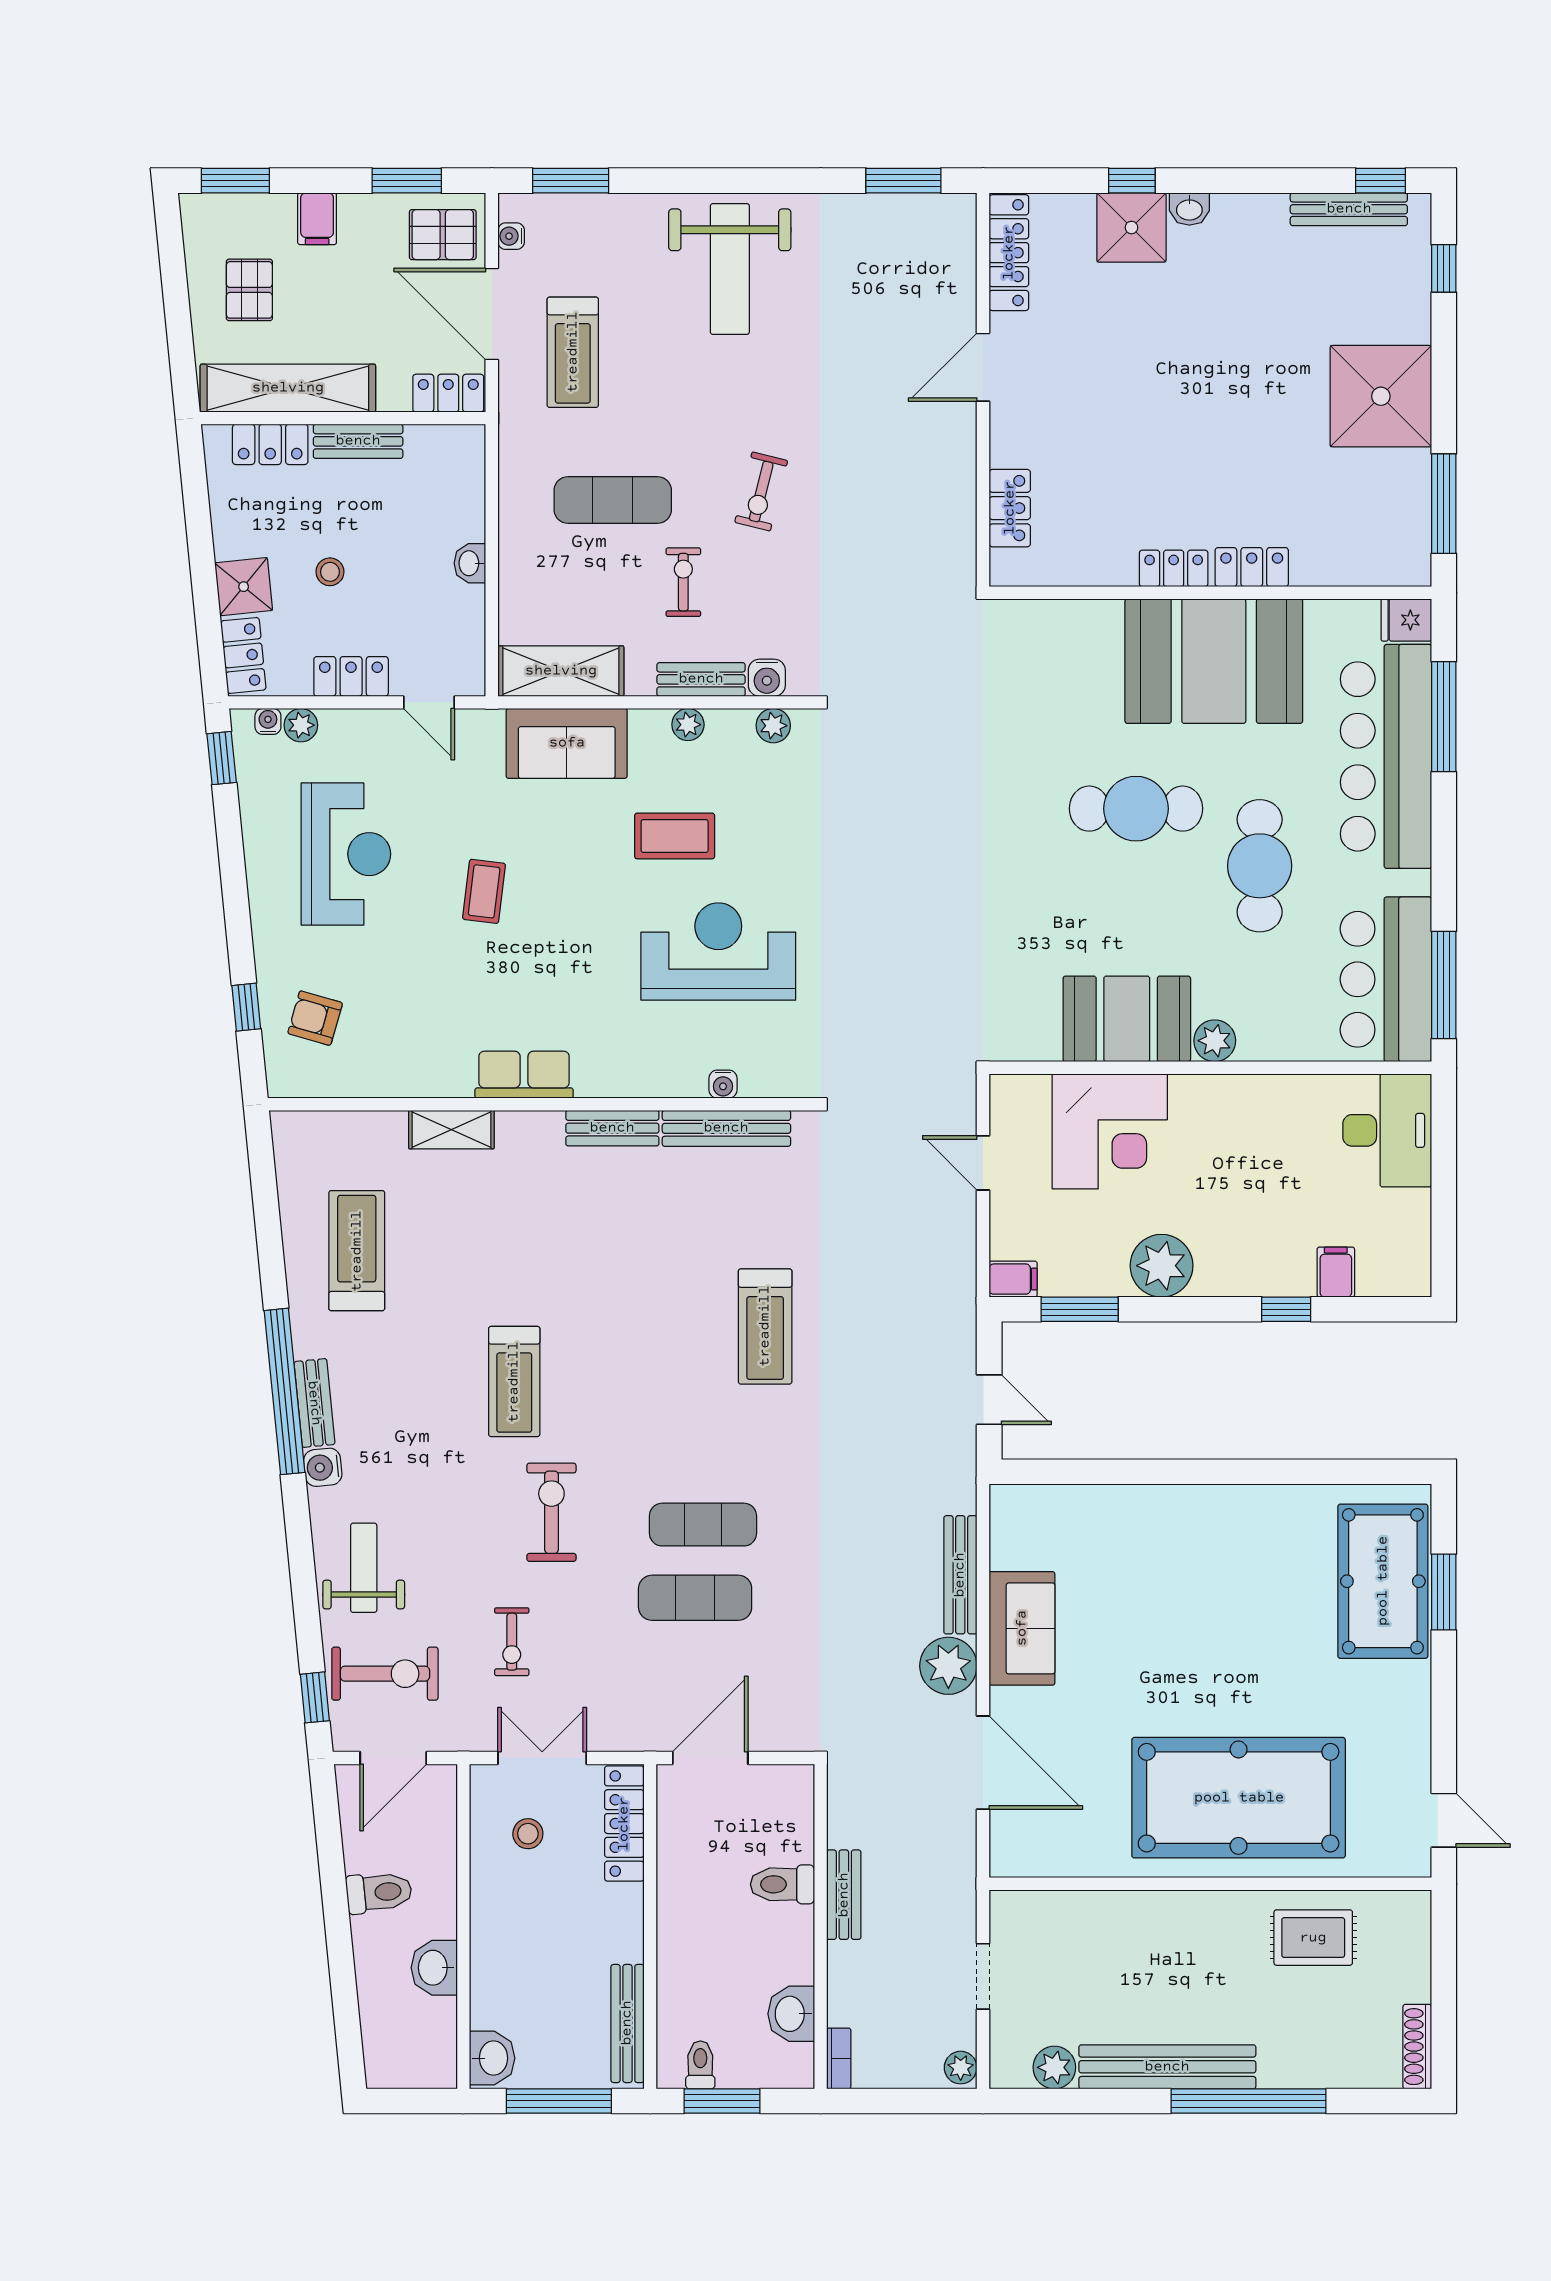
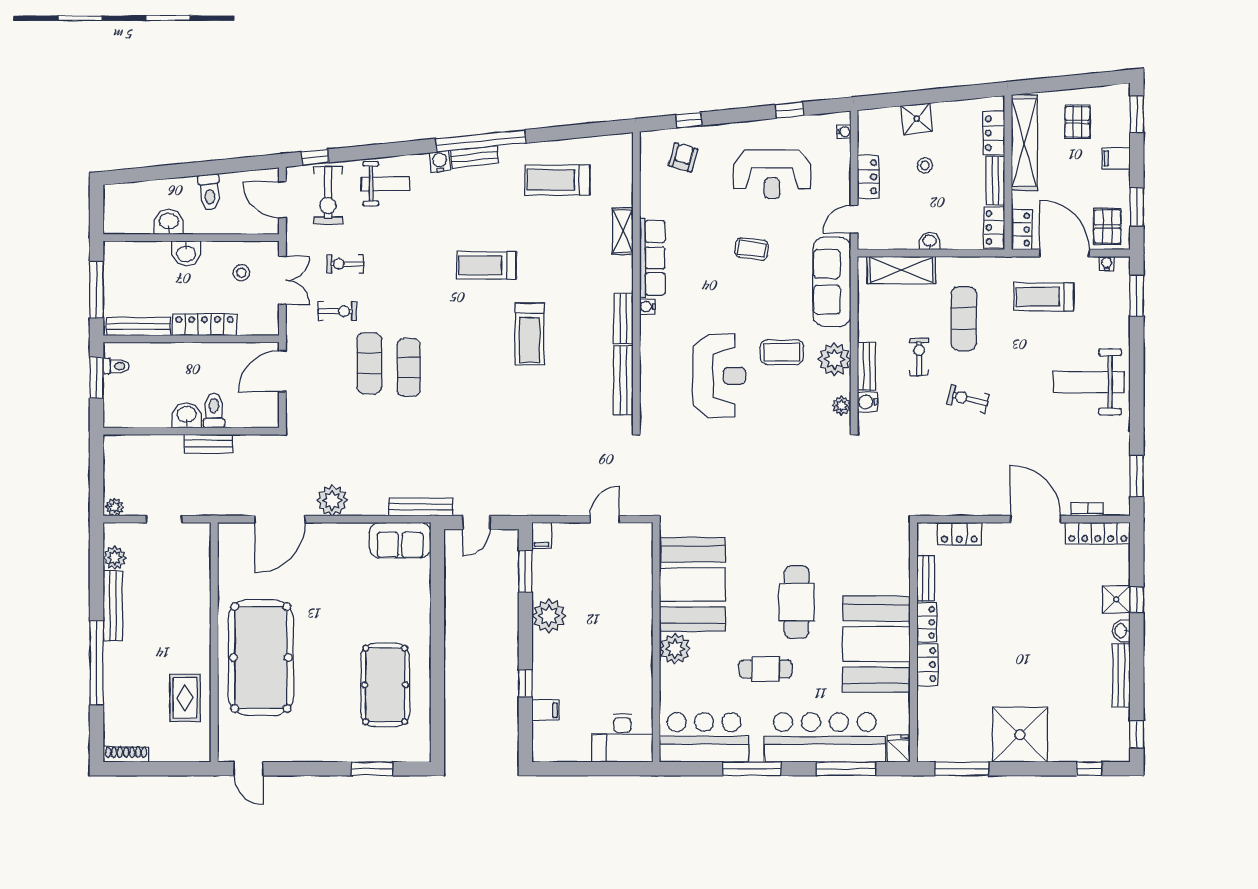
bench: (1349, 209) -> (1121, 675), moved
shower: (1131, 228) -> (1116, 600), width x0.73, depth x0.73
pallet: (249, 290) -> (1077, 122), turned 90
door: (492, 314) -> (1064, 253), hinge flipped
door: (983, 367) -> (1036, 519), width x1.36
bench: (1092, 570) -> (926, 578), added
exercise bike: (683, 582) -> (919, 357), turned -90
locker: (243, 655) -> (994, 227), moved, turned 96
shelving: (561, 671) -> (901, 270), moved, turned 90
plant: (301, 725) -> (842, 150), removed
plant: (688, 725) -> (834, 359), width x1.88, depth x1.88
sofa: (567, 743) -> (832, 282), width x1.36
window: (222, 758) -> (789, 110), moved
coffee table: (675, 836) -> (782, 352), turned 90
cafe table: (1260, 866) -> (766, 669), width x0.73, depth x0.74
window: (1444, 985) -> (752, 769), moved
booth: (1127, 1019) -> (692, 585), width x1.36, depth x1.42
plant: (1215, 1041) -> (675, 649), width x1.36, depth x1.36
row of seats: (524, 1075) -> (652, 258), width x1.48
water cooler: (723, 1084) -> (647, 307), moved
corner desk: (1110, 1131) -> (622, 588), removed
treadmill: (357, 1251) -> (557, 180), turned 180
treadmill: (765, 1326) -> (530, 334), moved, turned -90
exercise bike: (551, 1512) -> (337, 311), moved, width x0.73, depth x0.72
bench: (960, 1575) -> (421, 507), moved
pool table: (1383, 1581) -> (385, 685), moved, turned 90
sofa: (1022, 1628) -> (400, 540), moved
door: (710, 1758) -> (282, 371), swing flipped
door: (1444, 1820) -> (249, 769), hinge flipped
locker: (624, 1824) -> (204, 325), moved
washbasin: (791, 2014) -> (187, 415), moved
washbasin: (492, 2058) -> (186, 253), moved
bookcase: (839, 2058) -> (1087, 509), moved, turned 180
bench: (1167, 2067) -> (113, 606), width x0.73, depth x0.82

